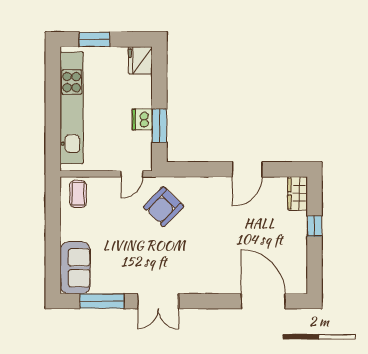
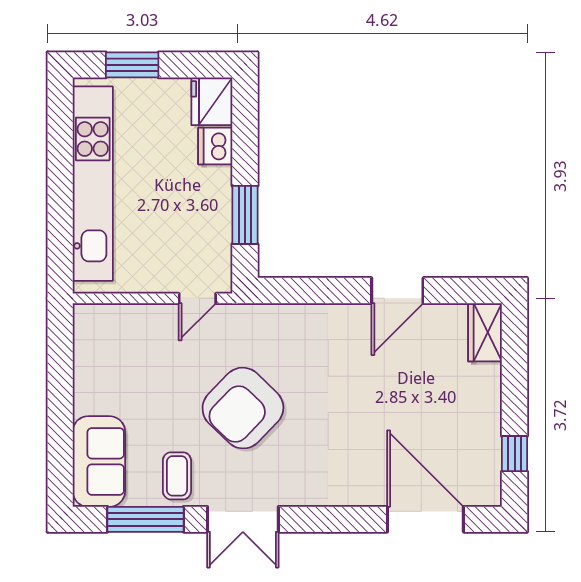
dishwasher: (142, 119) -> (215, 146), moved
coffee table: (78, 194) -> (177, 476), moved
armchair: (164, 207) -> (243, 408), moved, width x1.36, depth x1.36
window: (314, 226) -> (515, 454), moved

